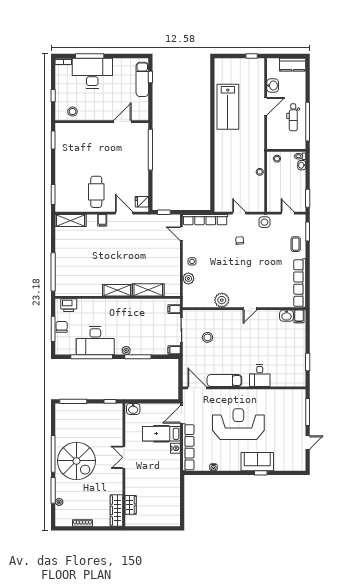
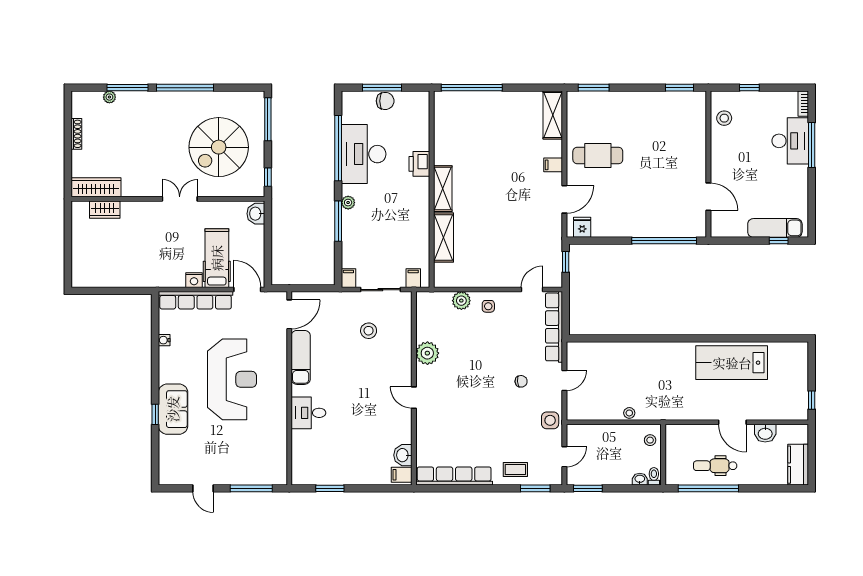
desk: (92, 73) -> (790, 141), width x0.73, depth x0.77
printer: (69, 305) -> (419, 164), moved
spiral stairs: (76, 461) -> (219, 147), moved

